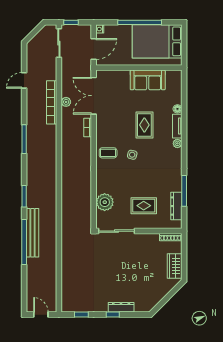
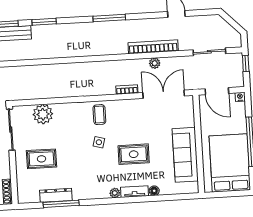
sliding door: (59, 43) -> (209, 52), moved
sofa: (148, 80) -> (185, 155), width x1.36
rug: (144, 206) -> (41, 159), turned 90
dresser: (176, 206) -> (56, 195), moved

